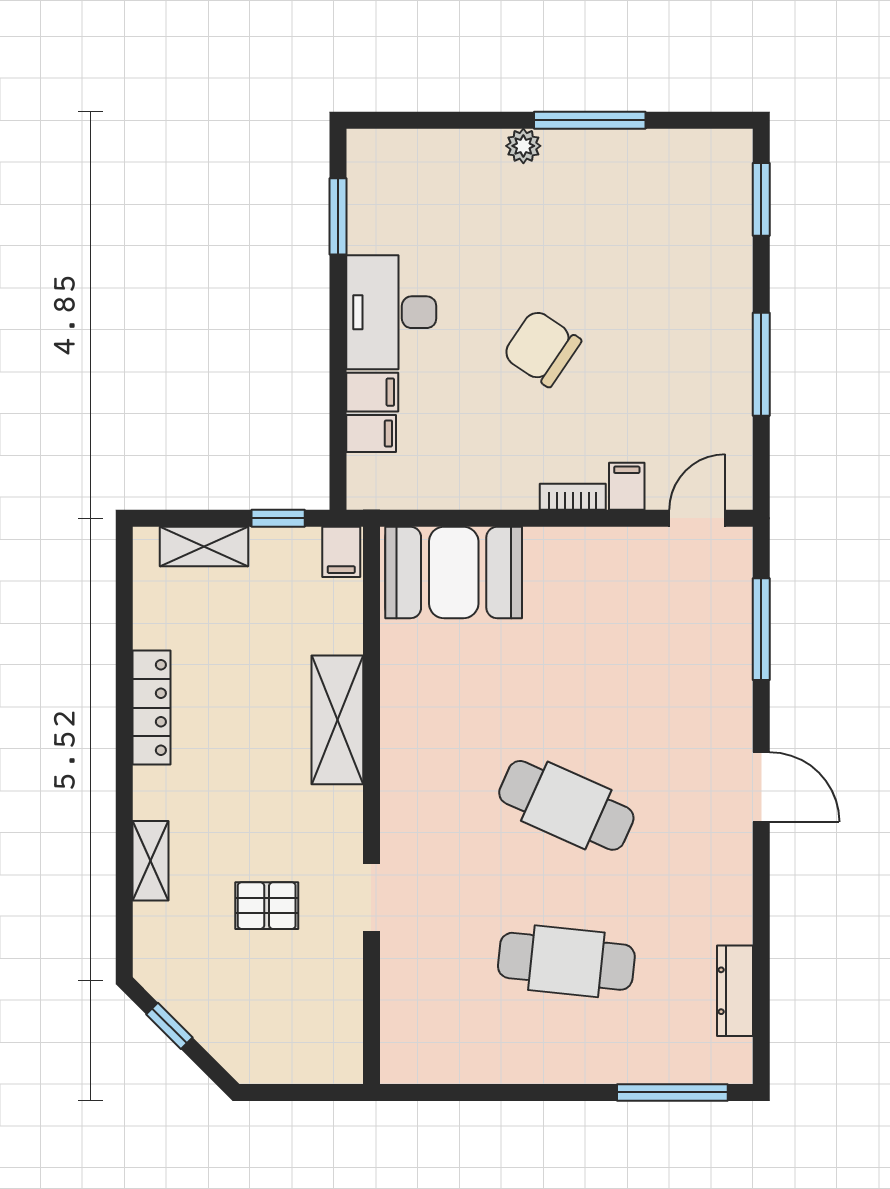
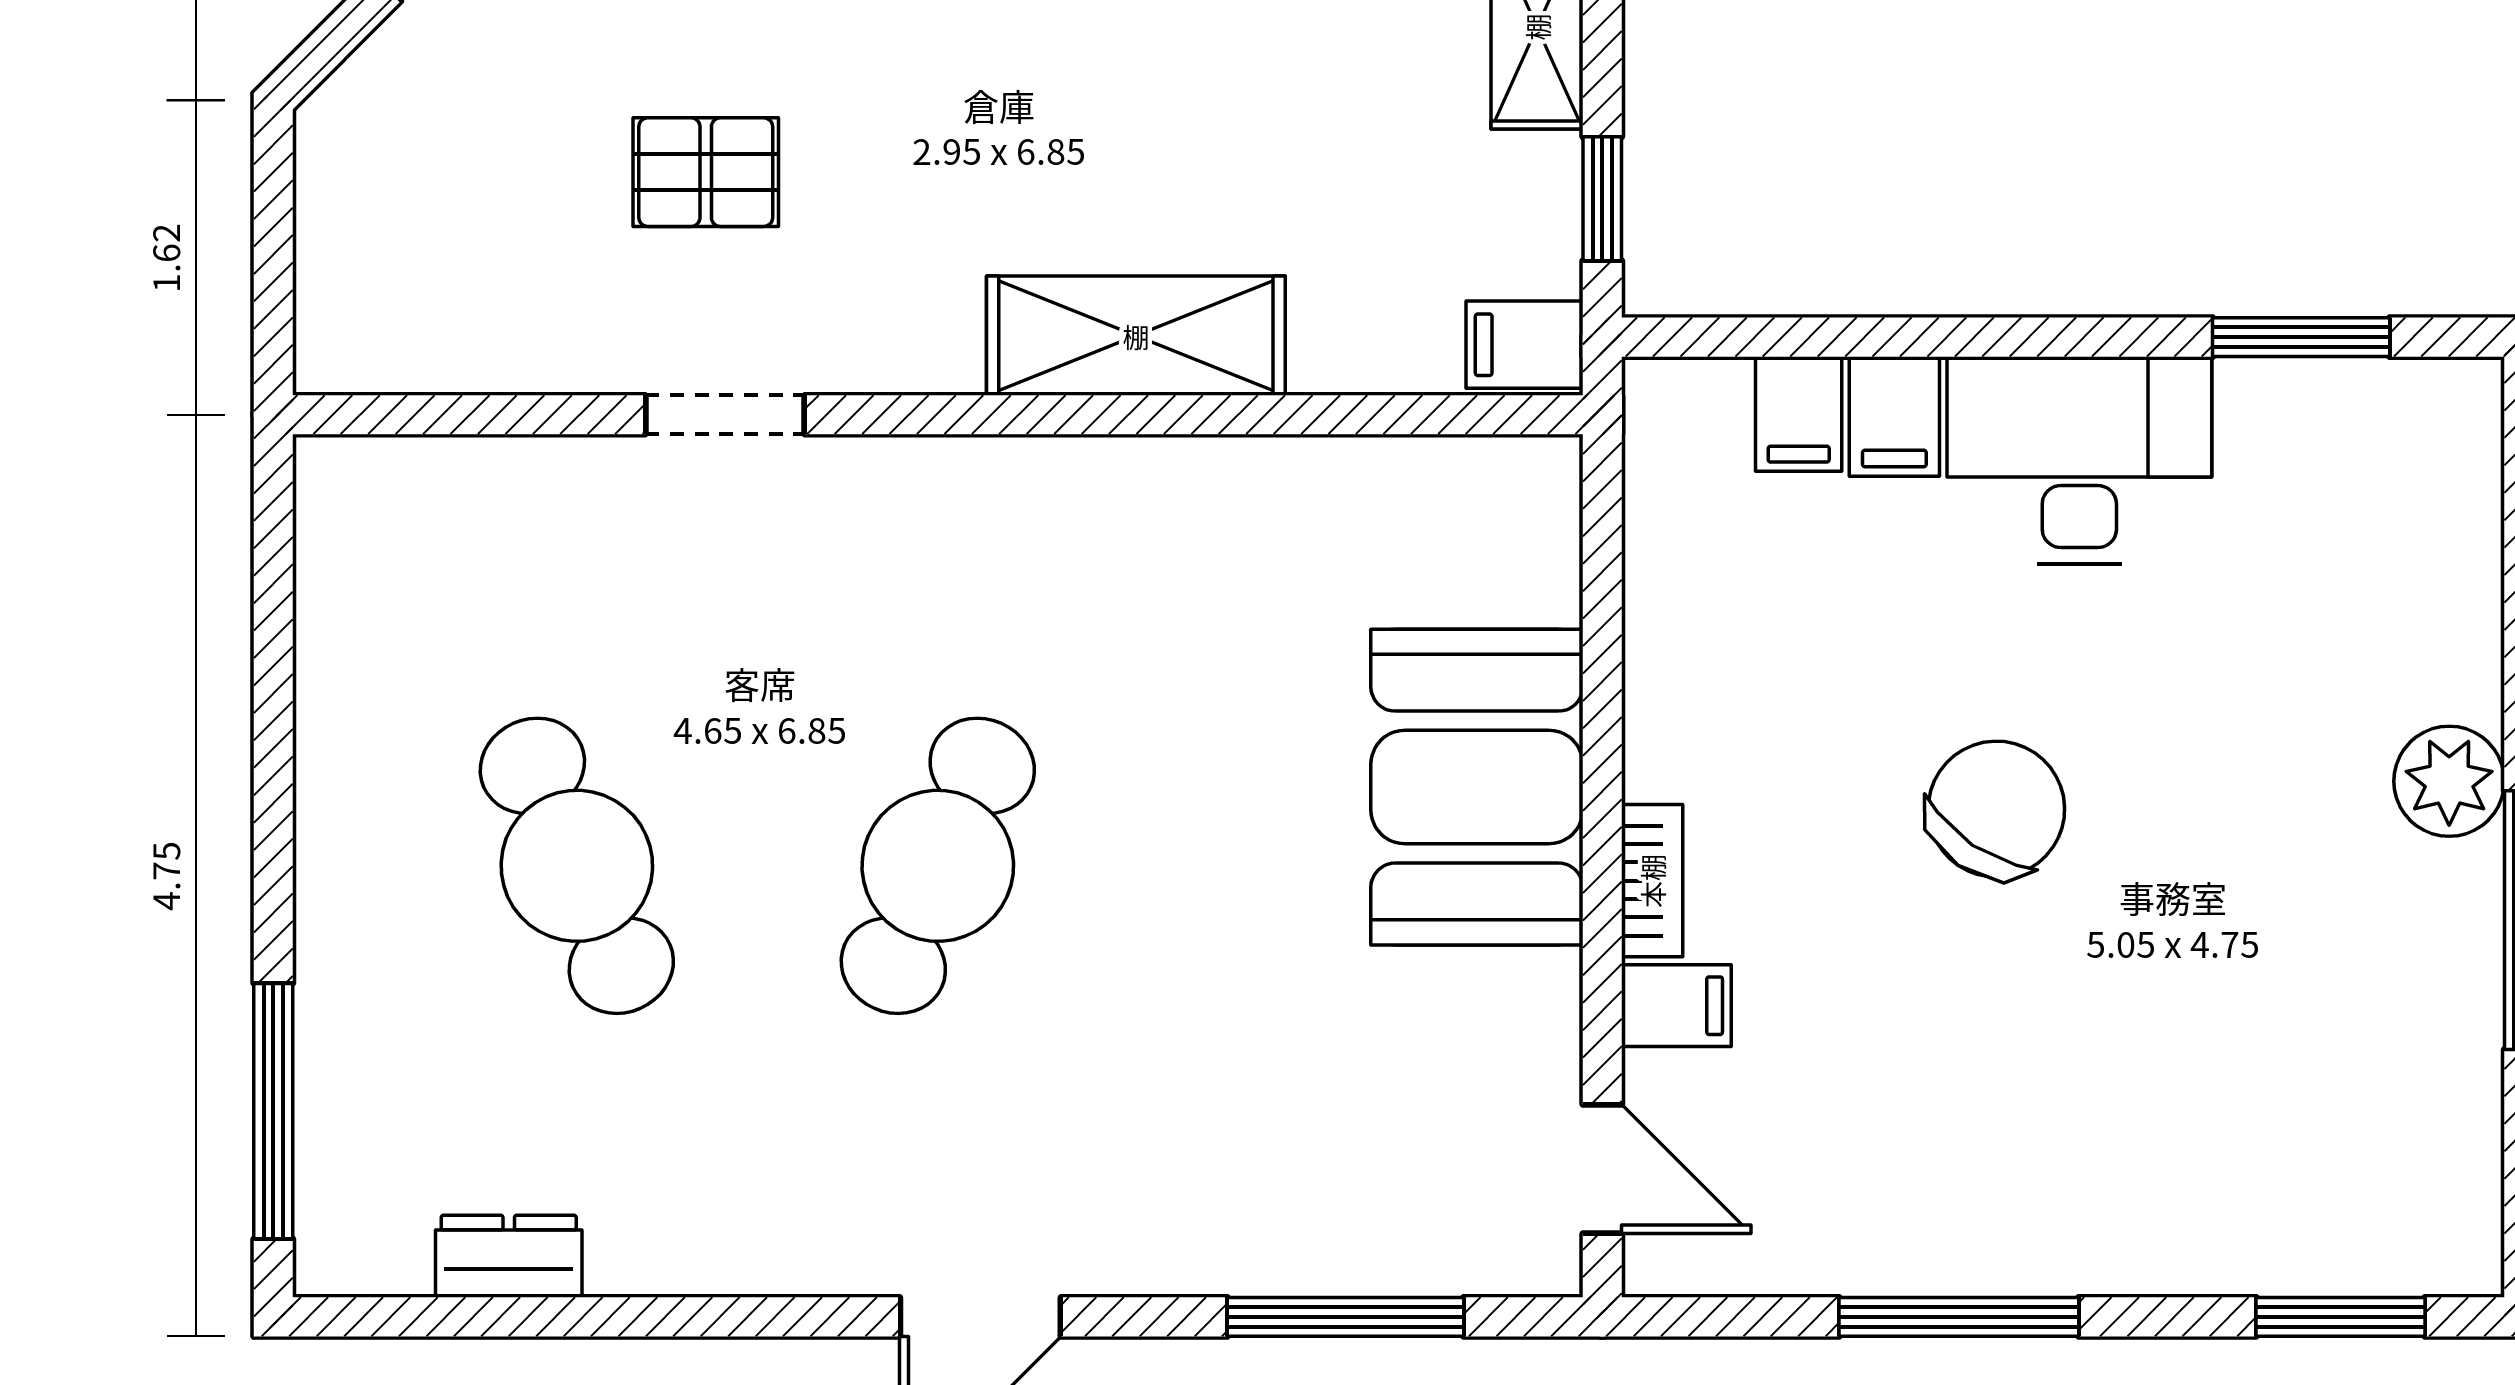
plant: (523, 146) -> (2449, 781), width x1.38, depth x1.38
booth: (454, 572) -> (1477, 787), moved
pallet: (267, 906) -> (706, 172), turned 90
cafe table: (566, 961) -> (577, 866), turned -30
dresser: (735, 991) -> (509, 1256), width x0.70

